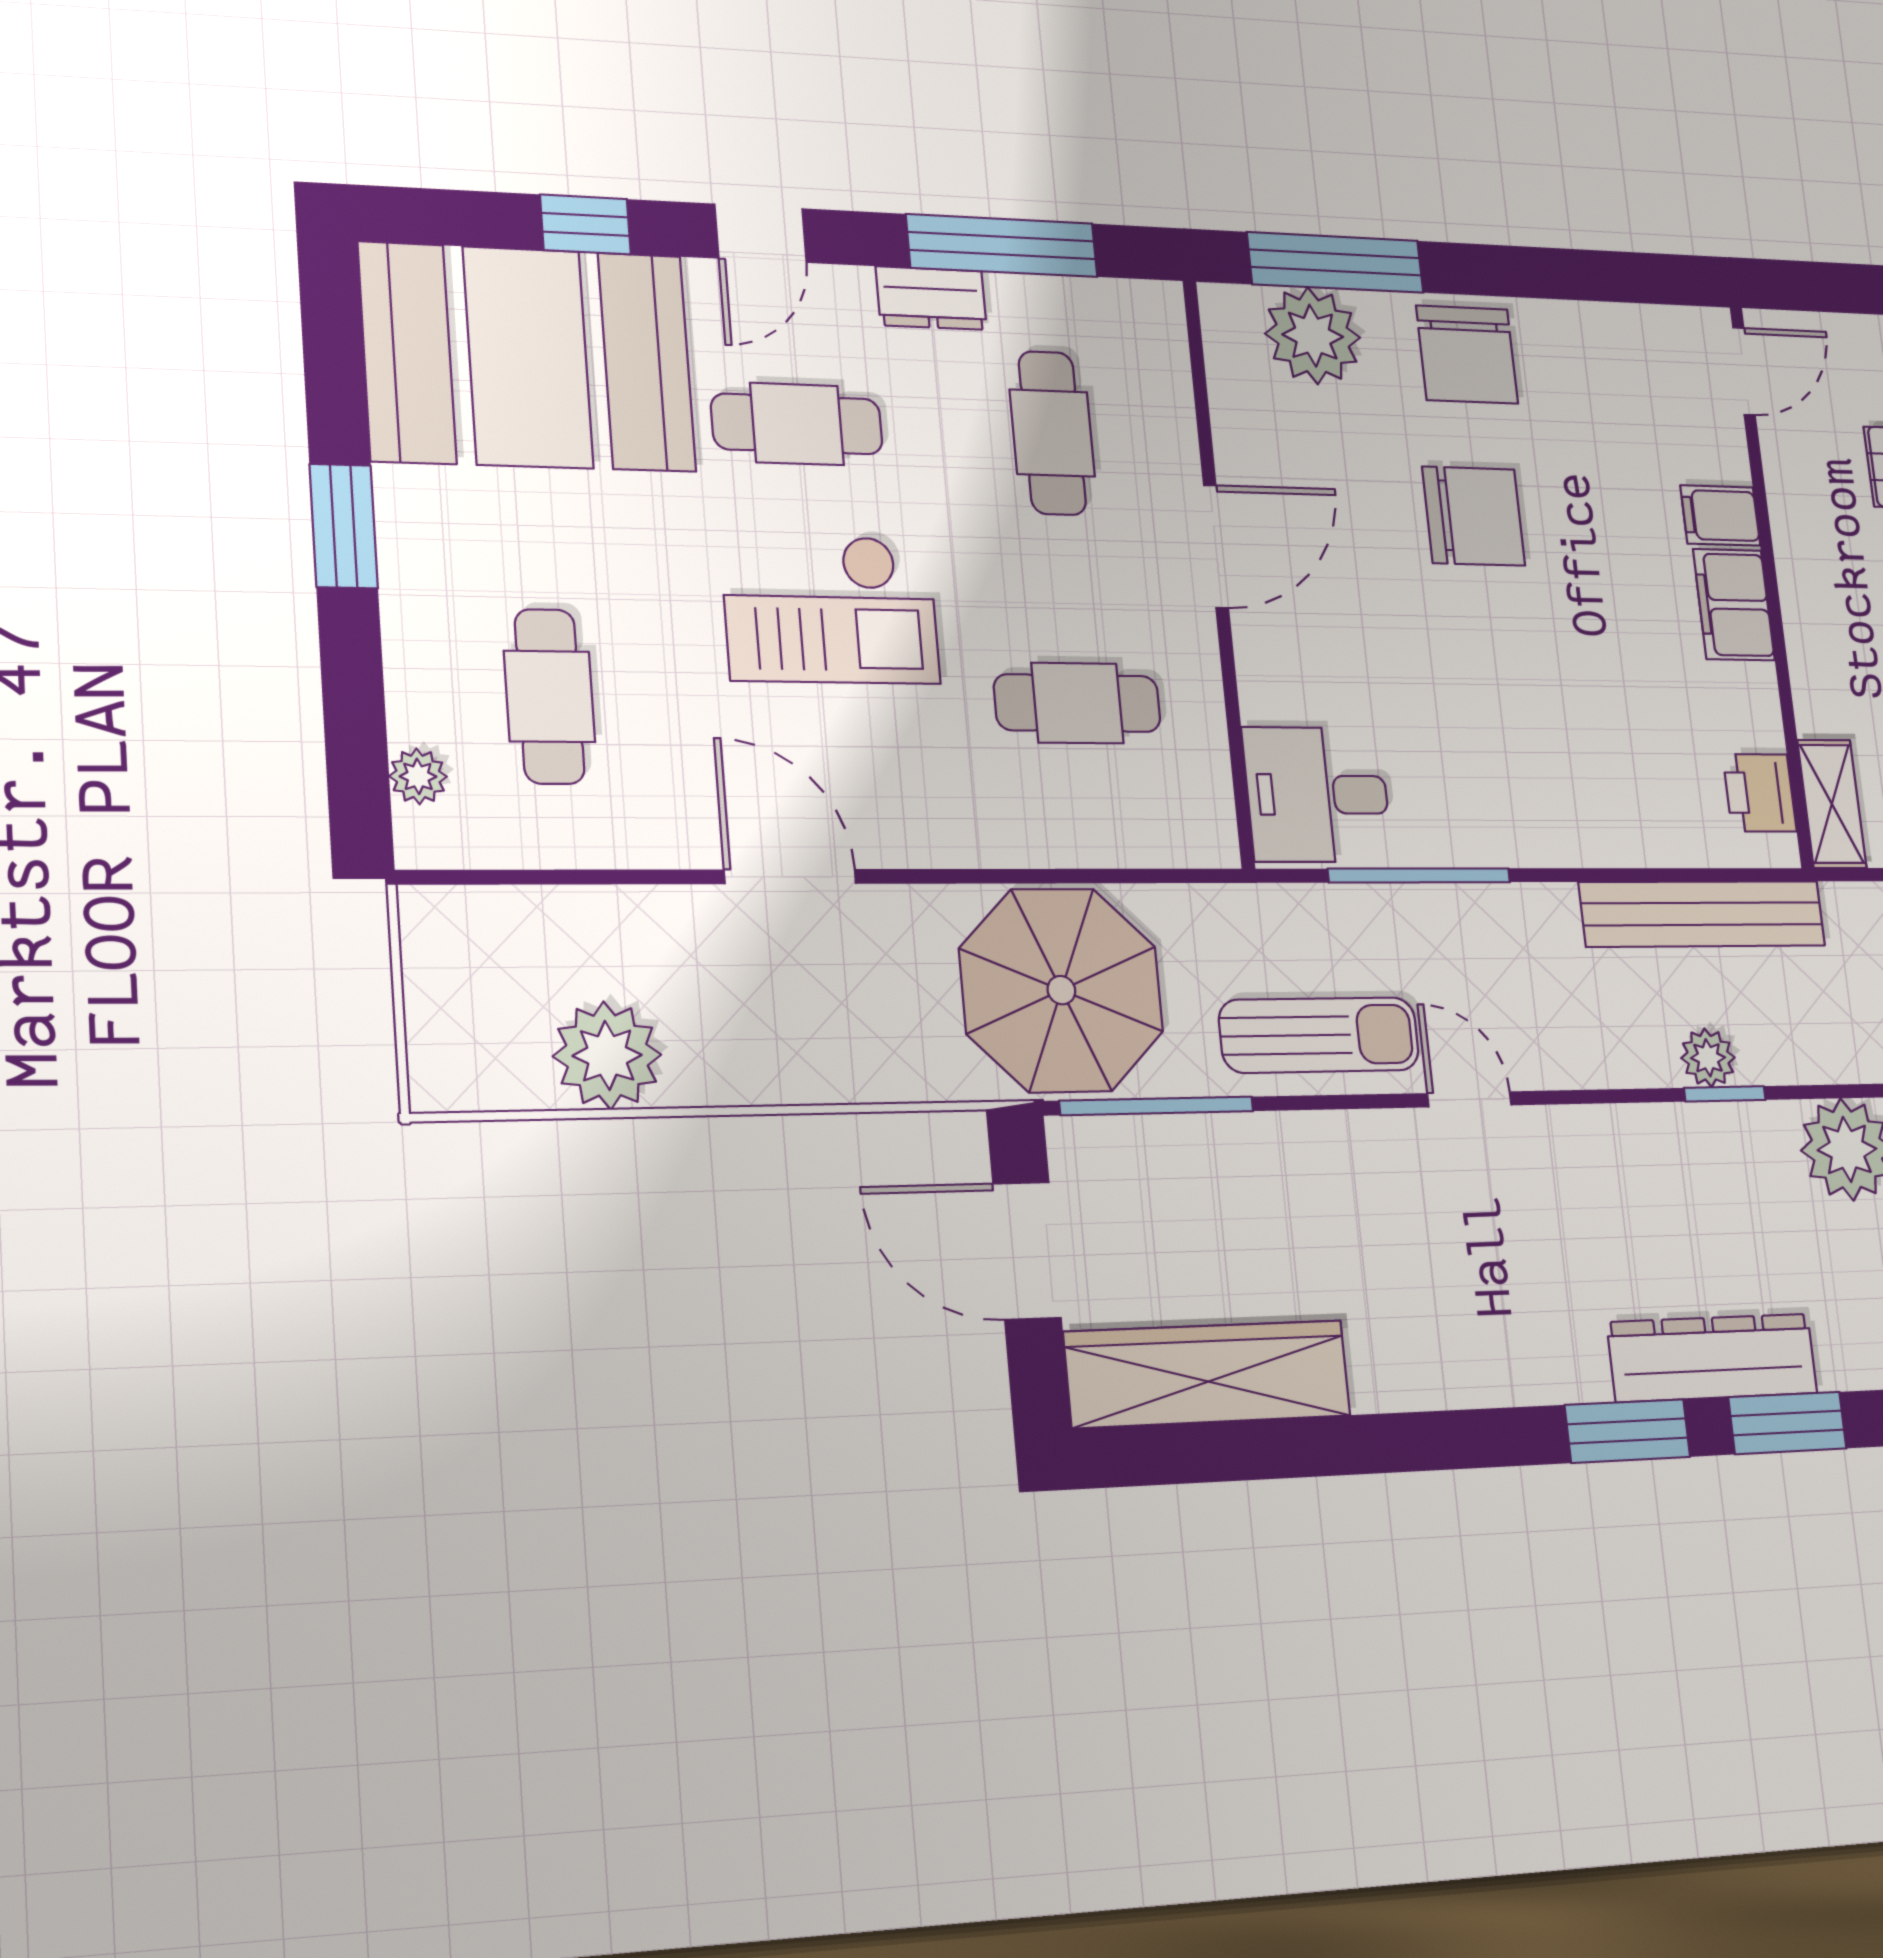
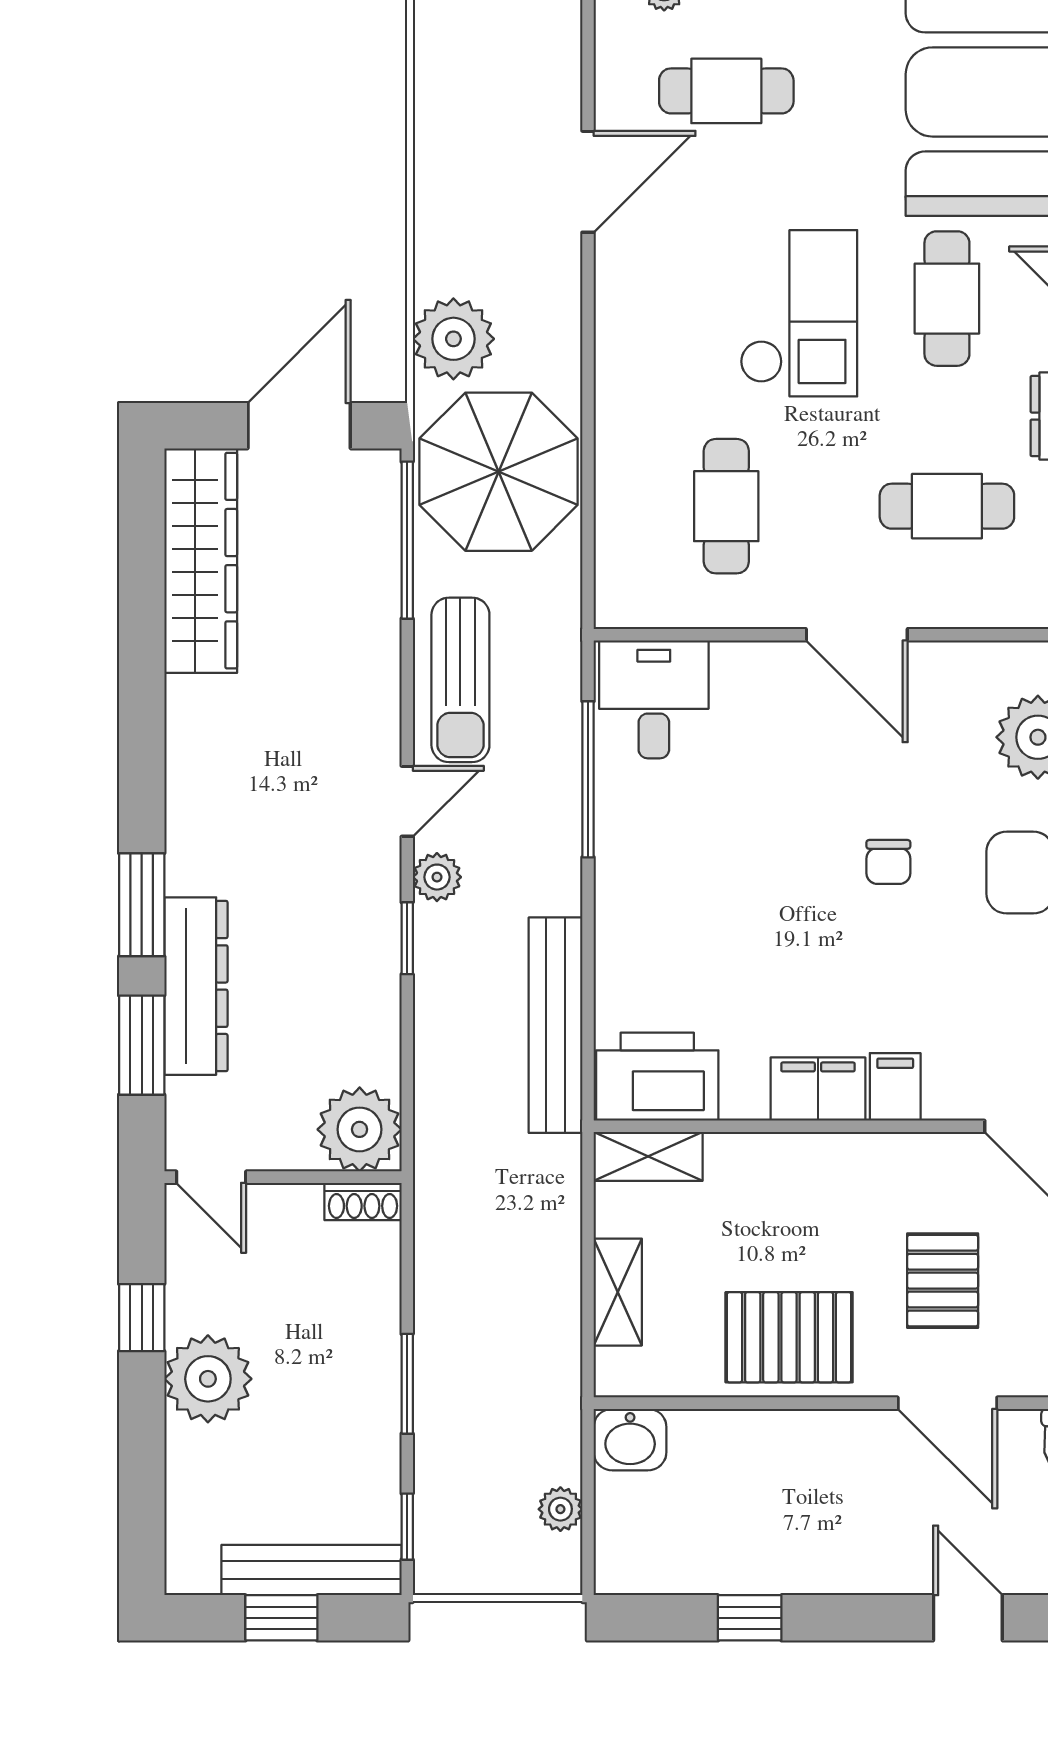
chair: (1474, 516) -> (888, 862), width x0.54, depth x0.54
checkout: (830, 609) -> (799, 313), turned 180
printer: (1760, 793) -> (657, 1077), width x1.87, depth x1.48
door: (790, 877) -> (588, 182), moved
plant: (607, 1055) -> (453, 339), moved
plant: (1708, 1058) -> (437, 877), moved
window: (1725, 1094) -> (407, 938), moved

